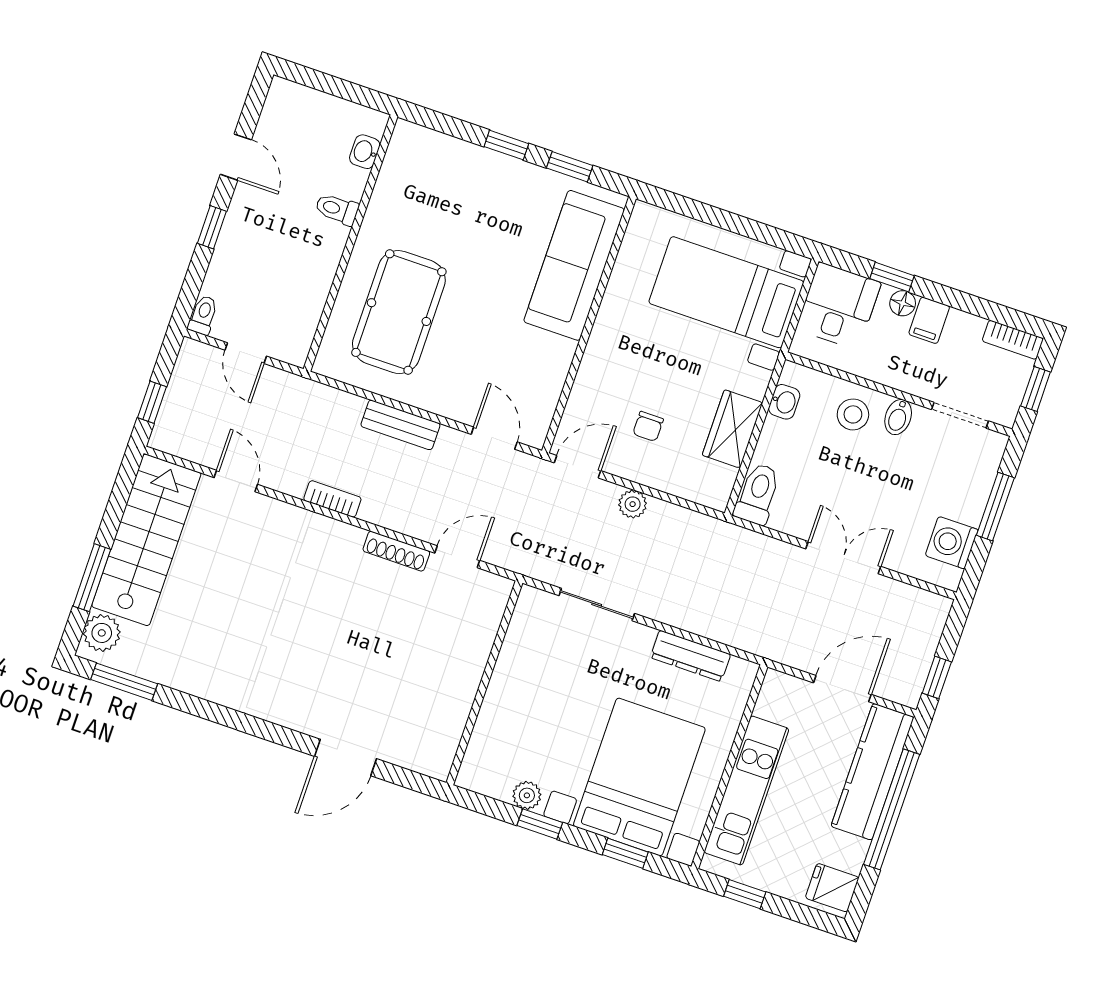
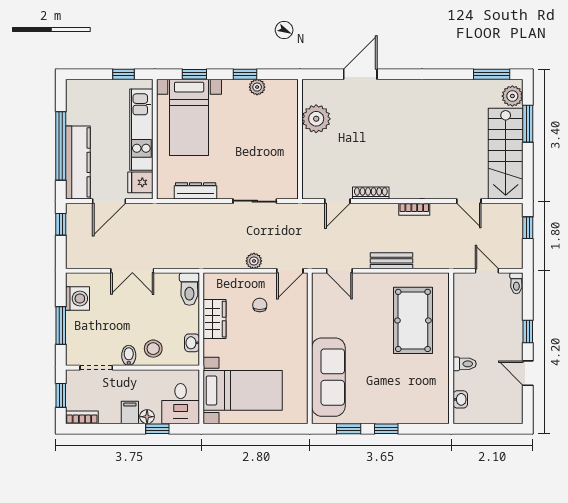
plant: (446, 708) -> (316, 119), added
bed with nightstands: (639, 777) -> (189, 117), width x0.73
fridge: (832, 888) -> (140, 182), moved, turned 180

